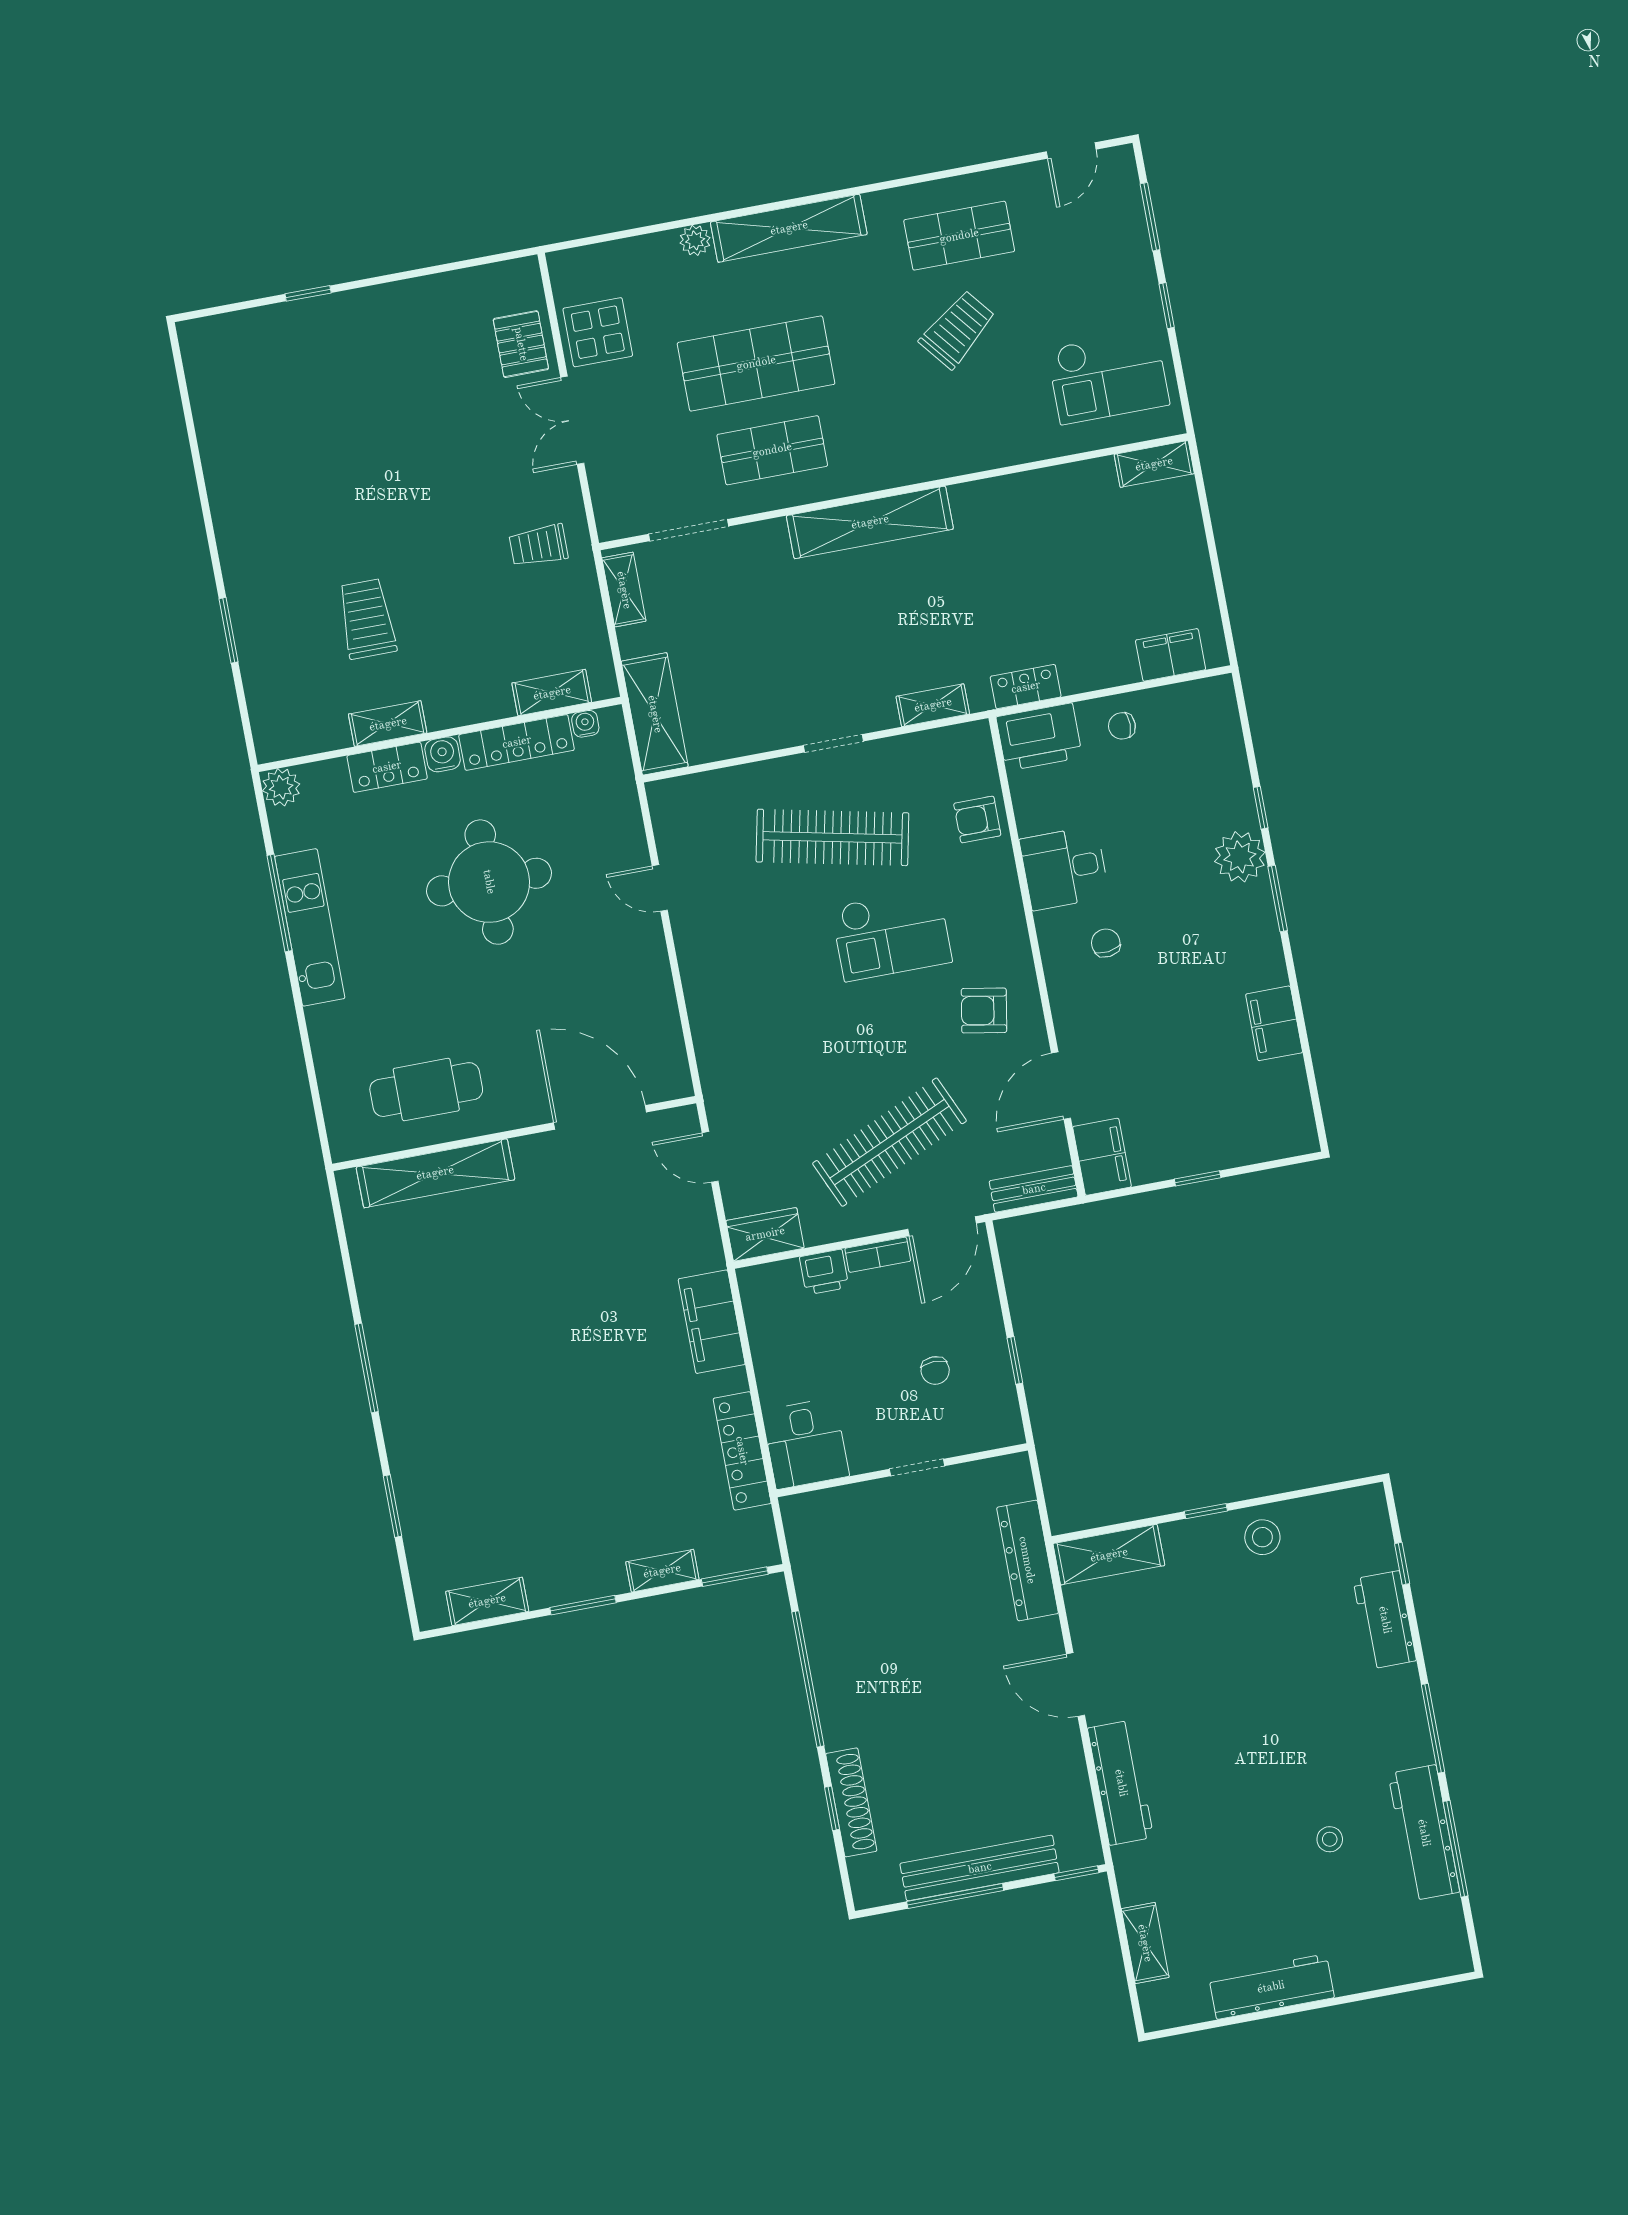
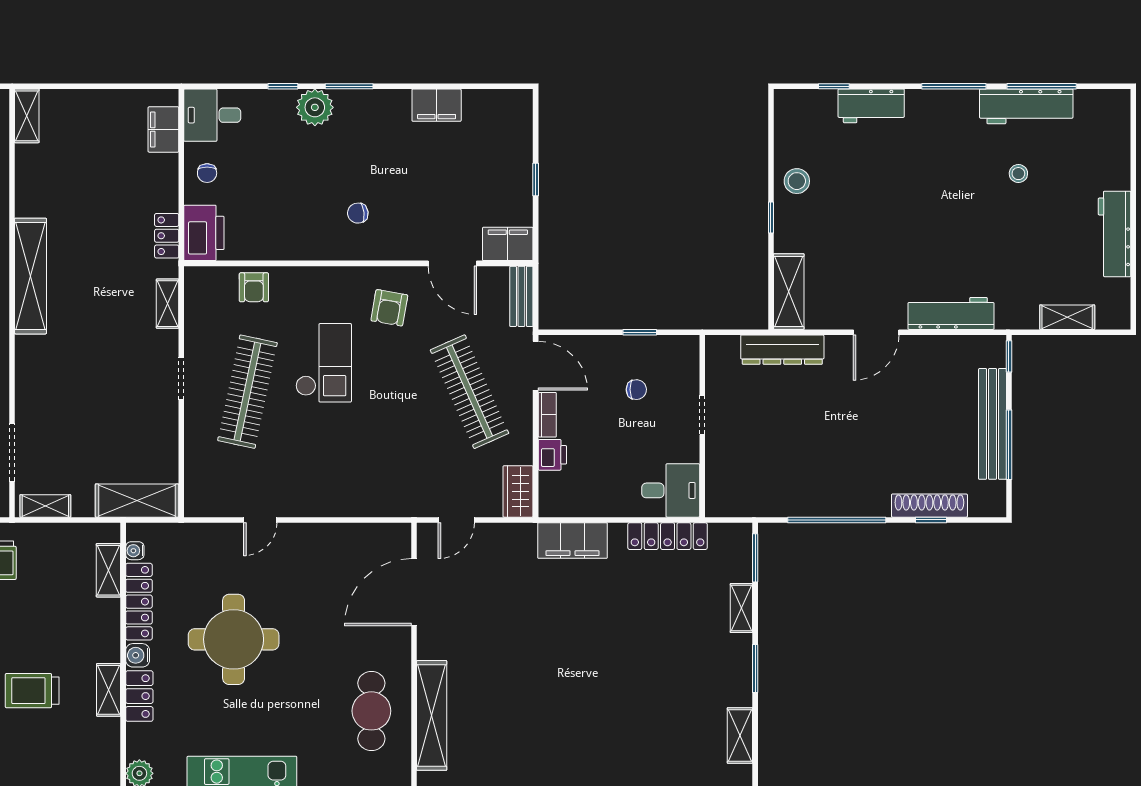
shelving: (870, 522) -> (31, 276), moved
desk: (1064, 868) -> (212, 115), moved, turned 90

